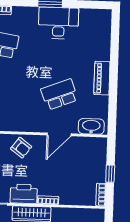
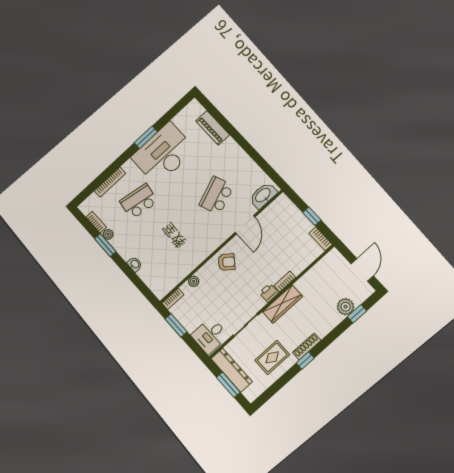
desk: (58, 23) -> (163, 154), width x1.36, depth x1.30
piano: (102, 78) -> (213, 128), moved
printer: (24, 194) -> (269, 293), width x0.53, depth x0.68

